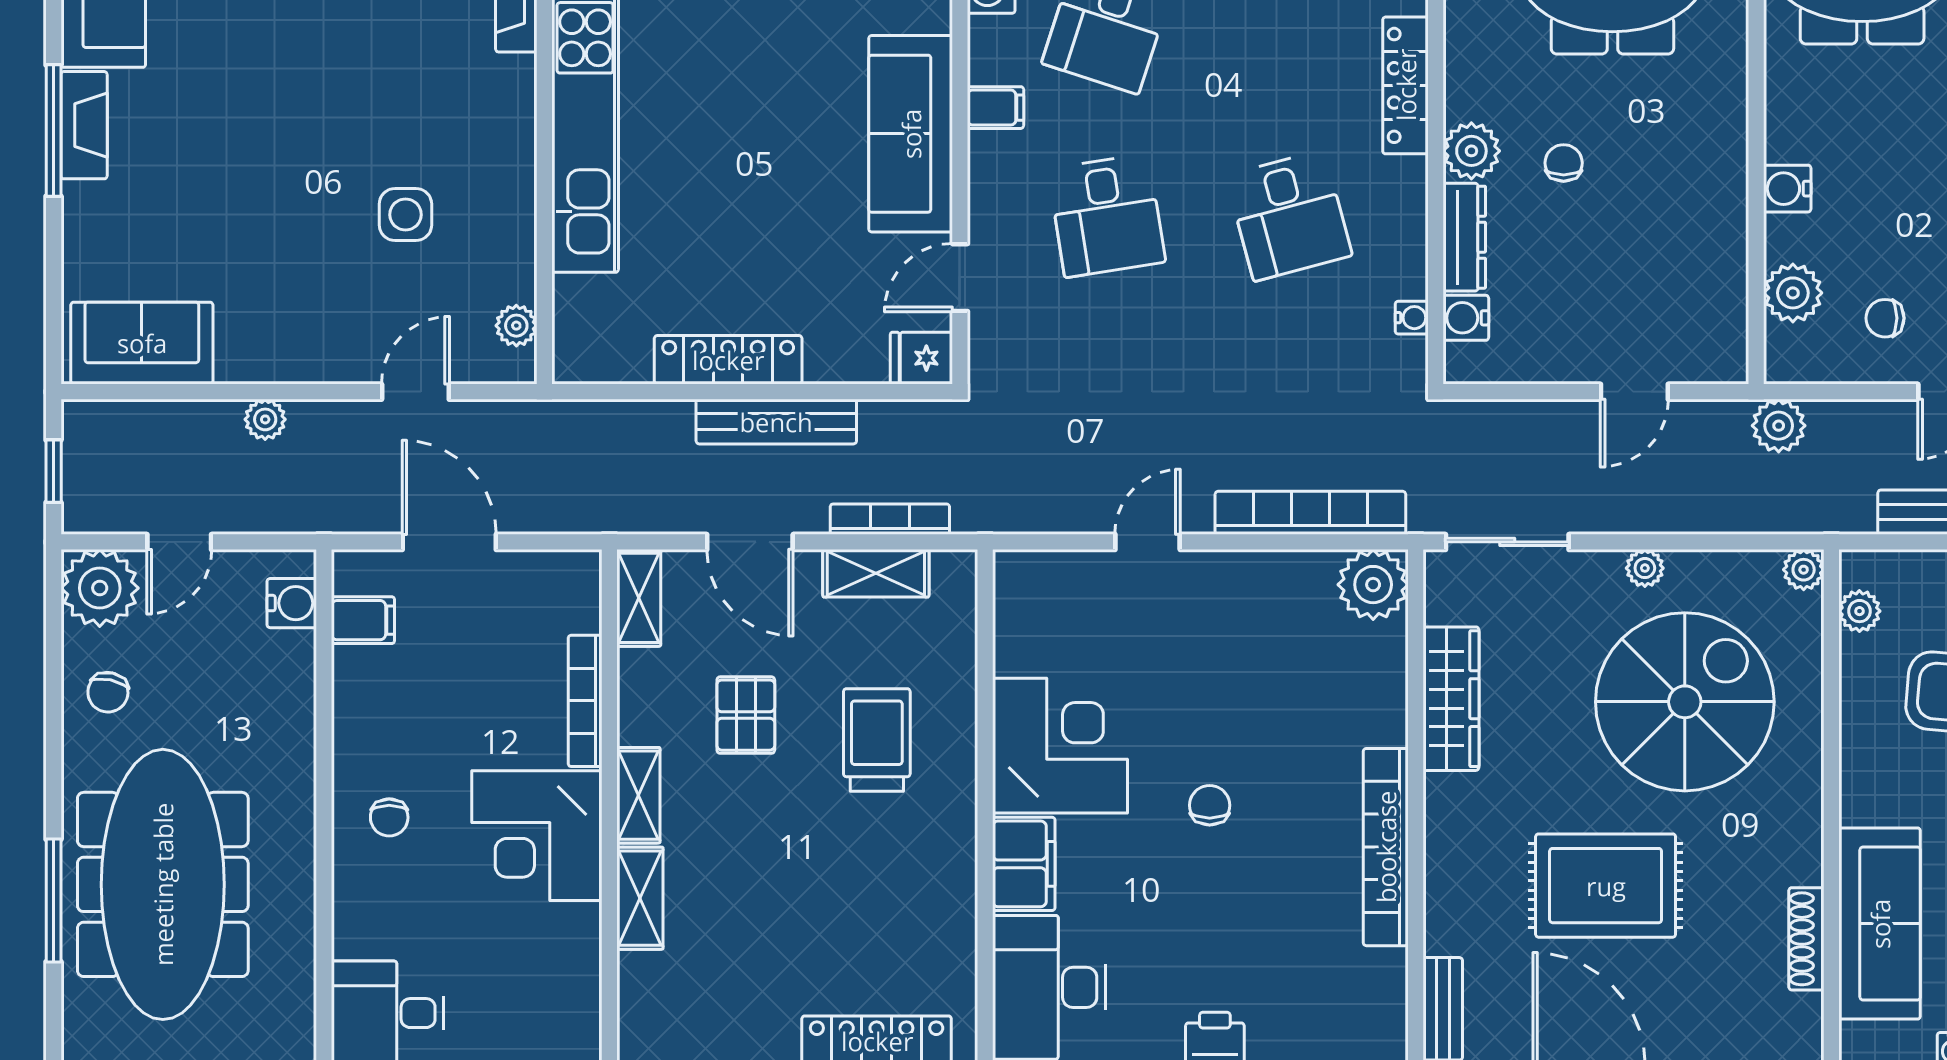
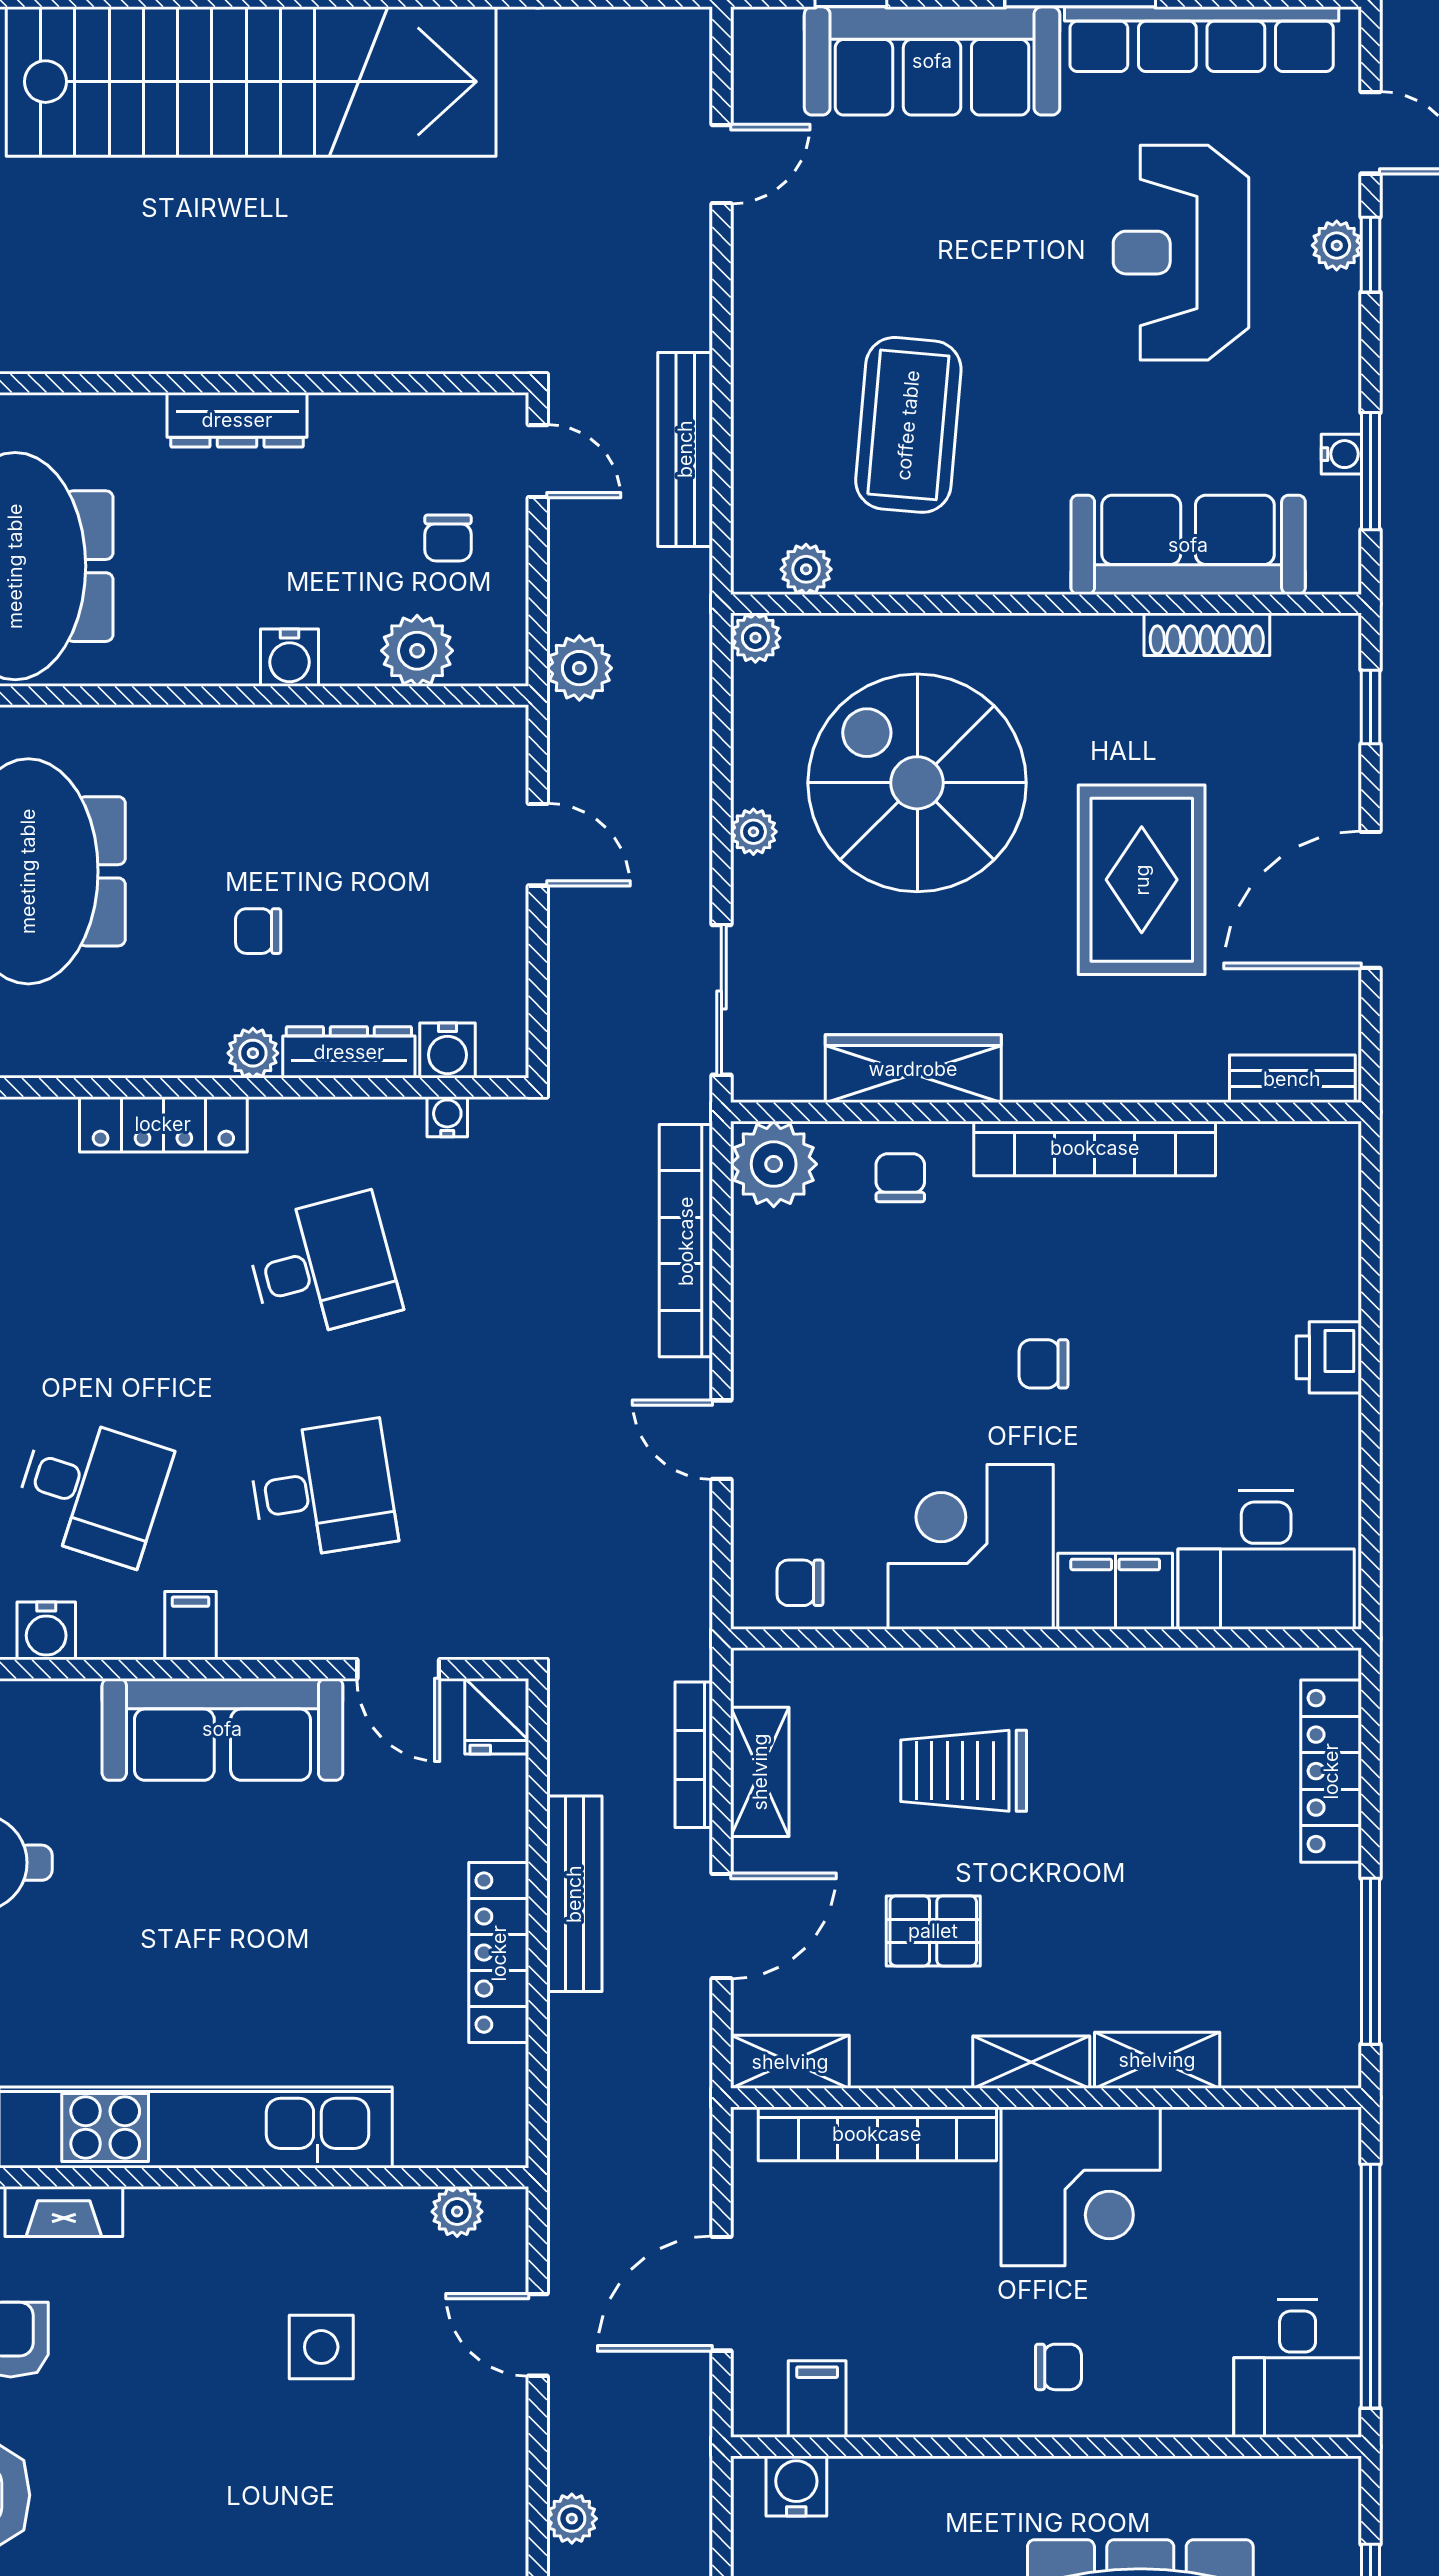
plant: (1471, 151) -> (253, 1053), width x0.73, depth x0.73
chair: (1031, 606) -> (800, 1583), added
chair: (1362, 688) -> (900, 1178), added
bookcase: (585, 701) -> (877, 2134), width x1.48, depth x1.31

